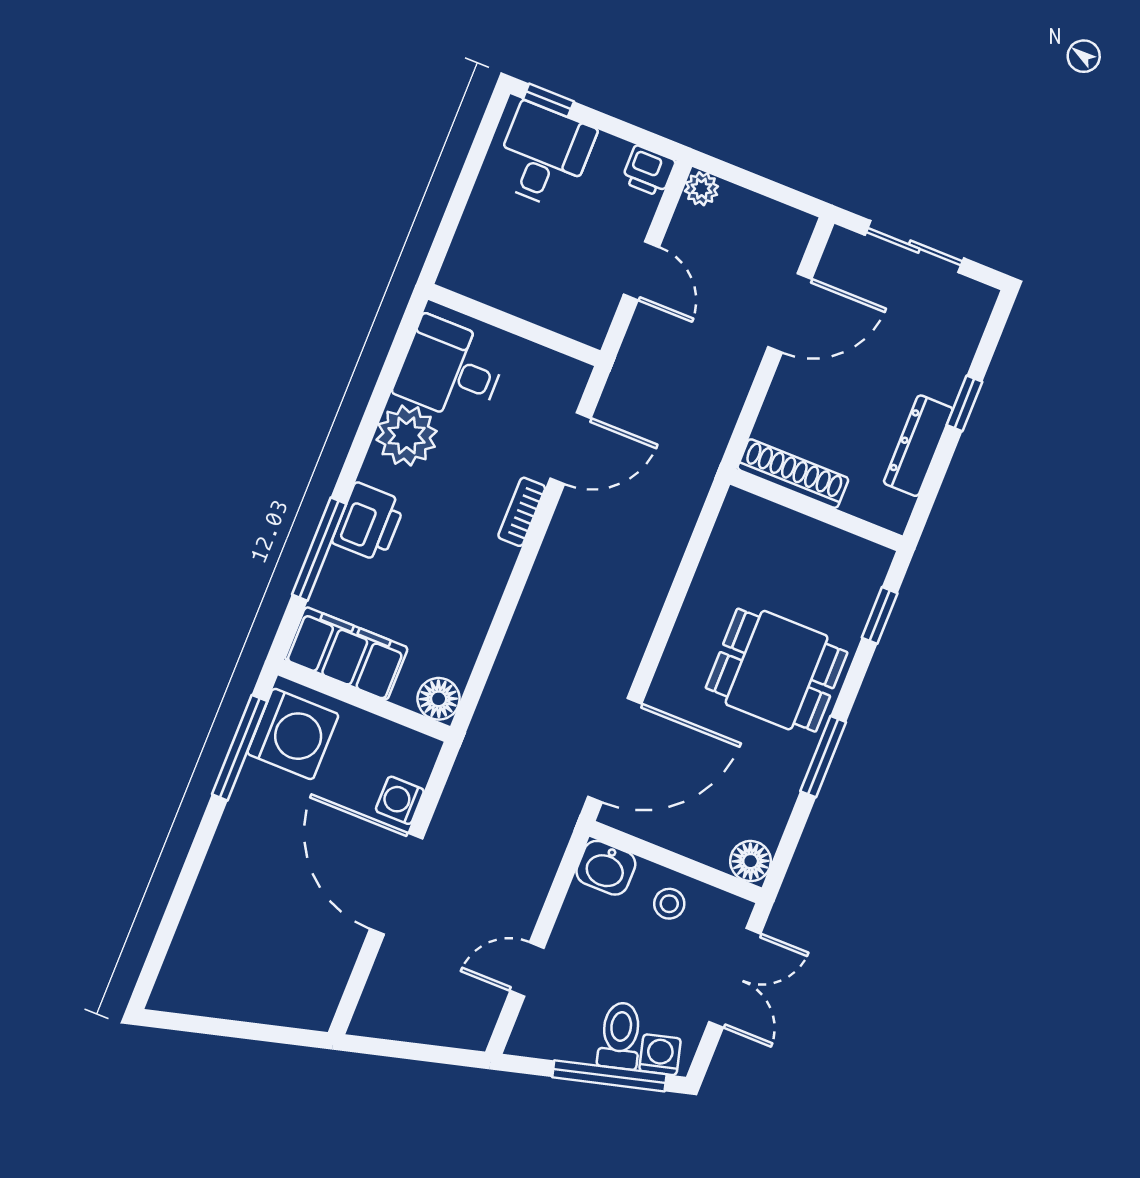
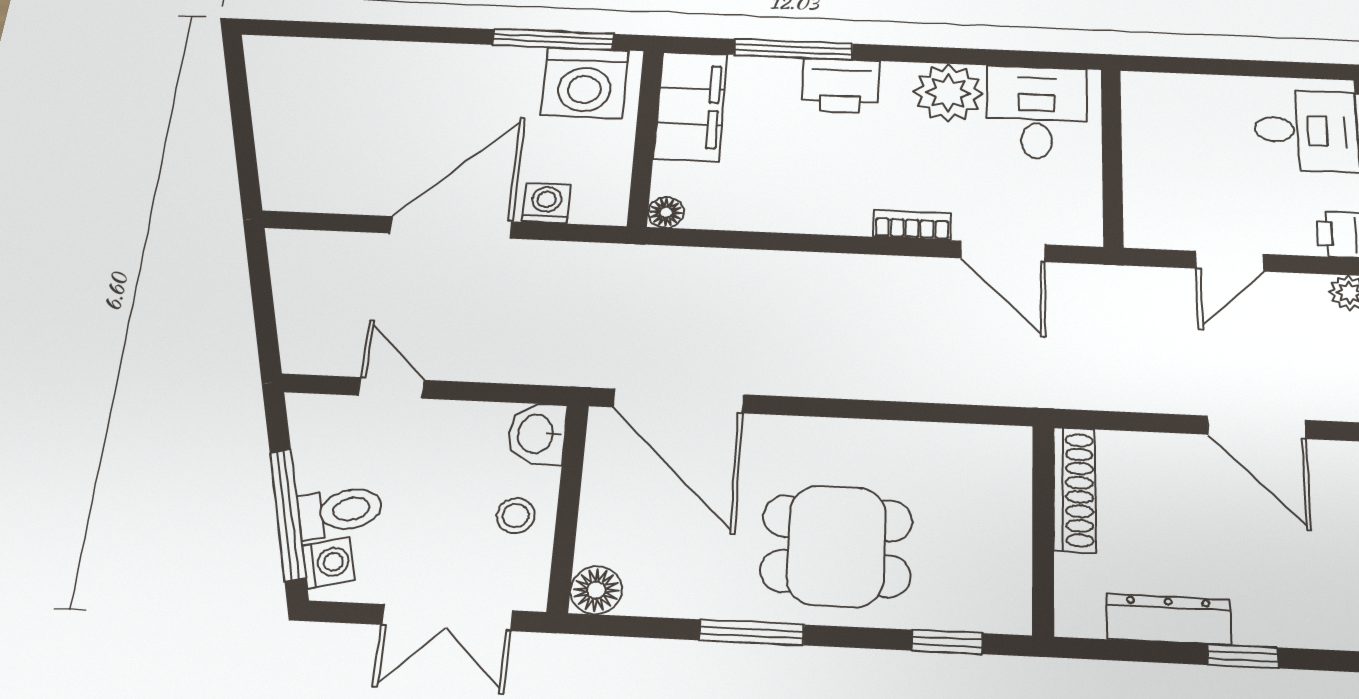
dining table: (777, 670) -> (836, 546), turned 90
floor lamp: (439, 699) -> (666, 212), width x0.73, depth x0.73

